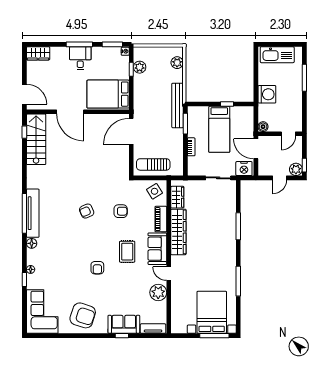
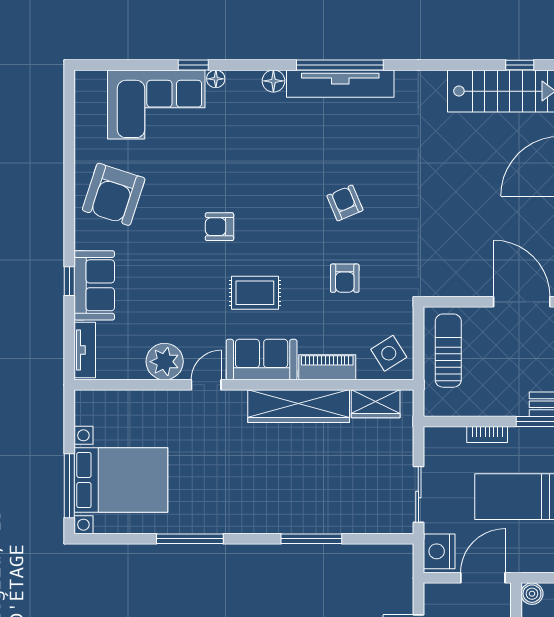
corner sofa: (42, 311) -> (156, 104), moved

